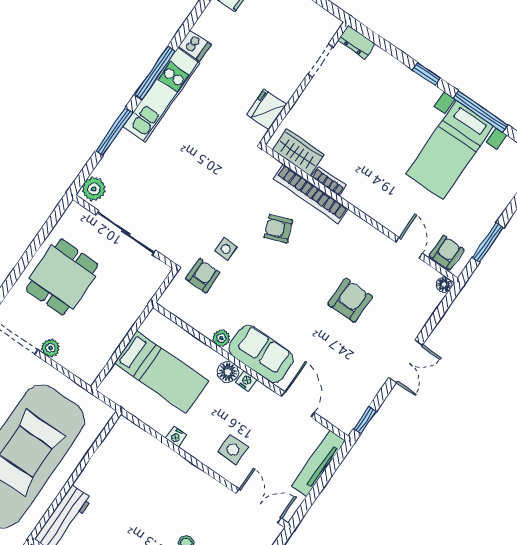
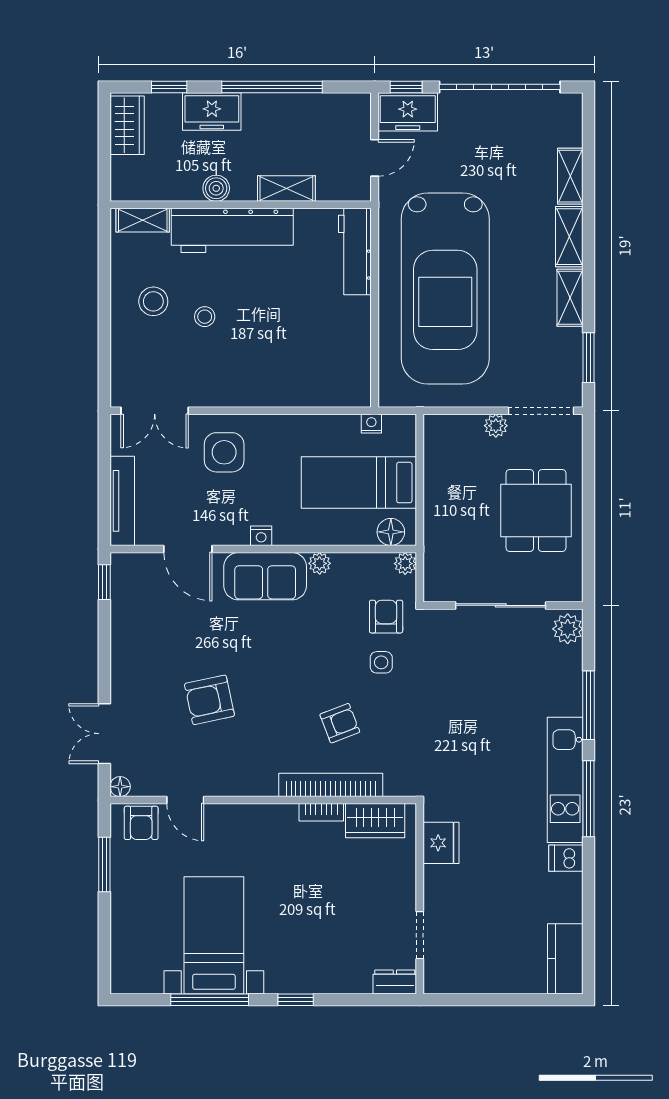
armchair: (203, 276) -> (386, 617), turned 180
armchair: (350, 300) -> (209, 700), turned 78
plant: (168, 301) -> (405, 564), added
double door: (406, 361) -> (104, 734), moved
floor lamp: (228, 372) -> (391, 532), moved
nightstand: (176, 437) -> (371, 424), moved
side table: (233, 450) -> (224, 452), width x1.37, depth x1.37

